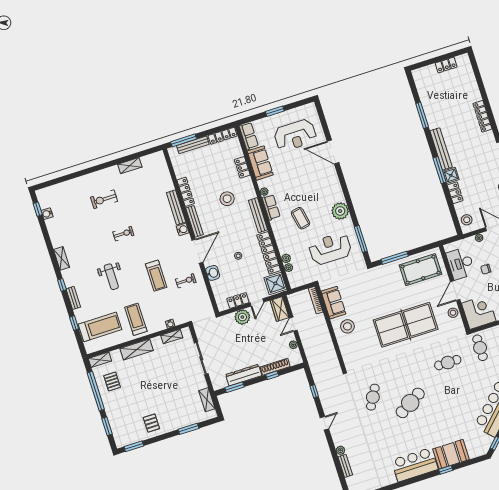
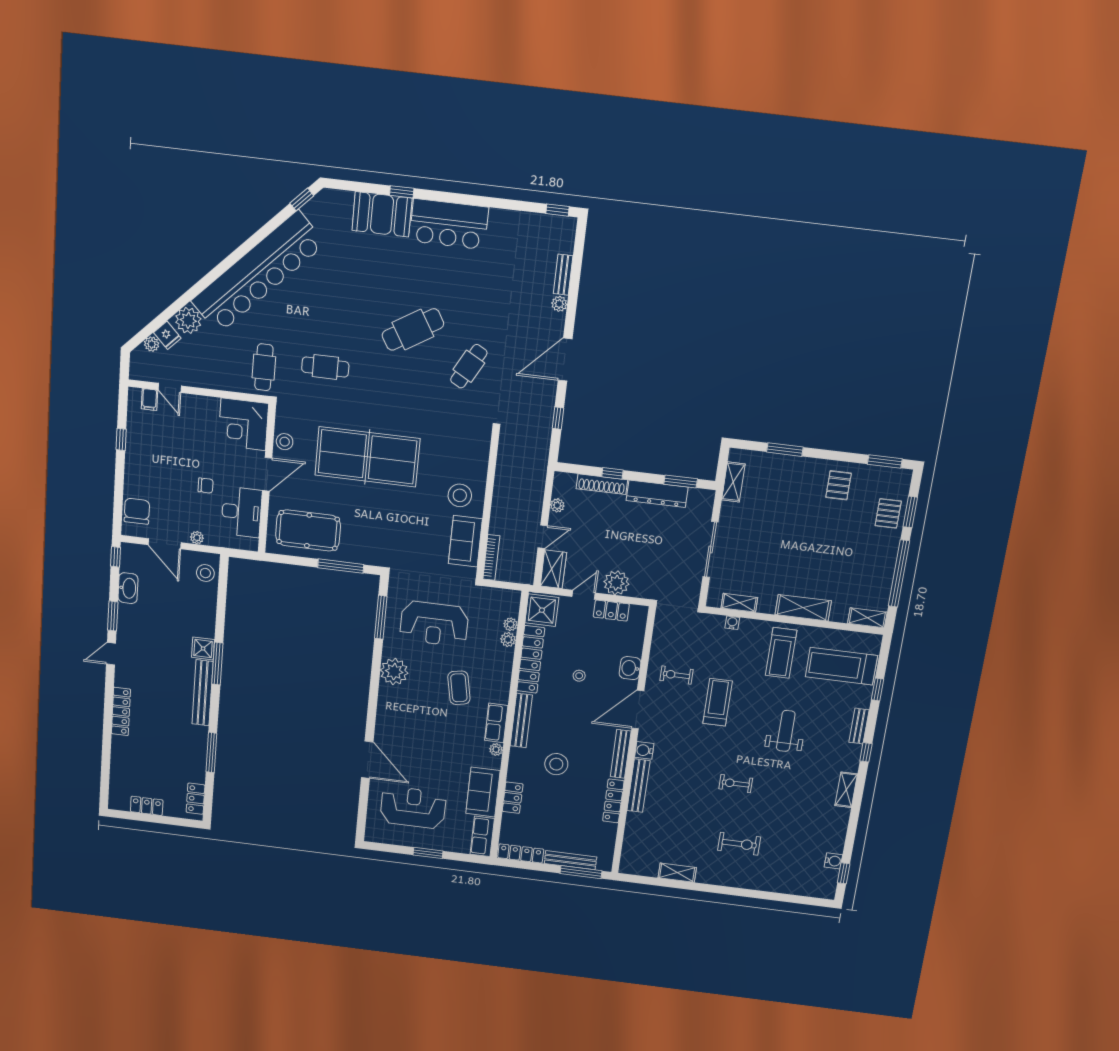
locker: (455, 193) -> (196, 799), moved
pallet: (112, 382) -> (888, 513), moved
door: (324, 423) -> (565, 360), width x1.87

